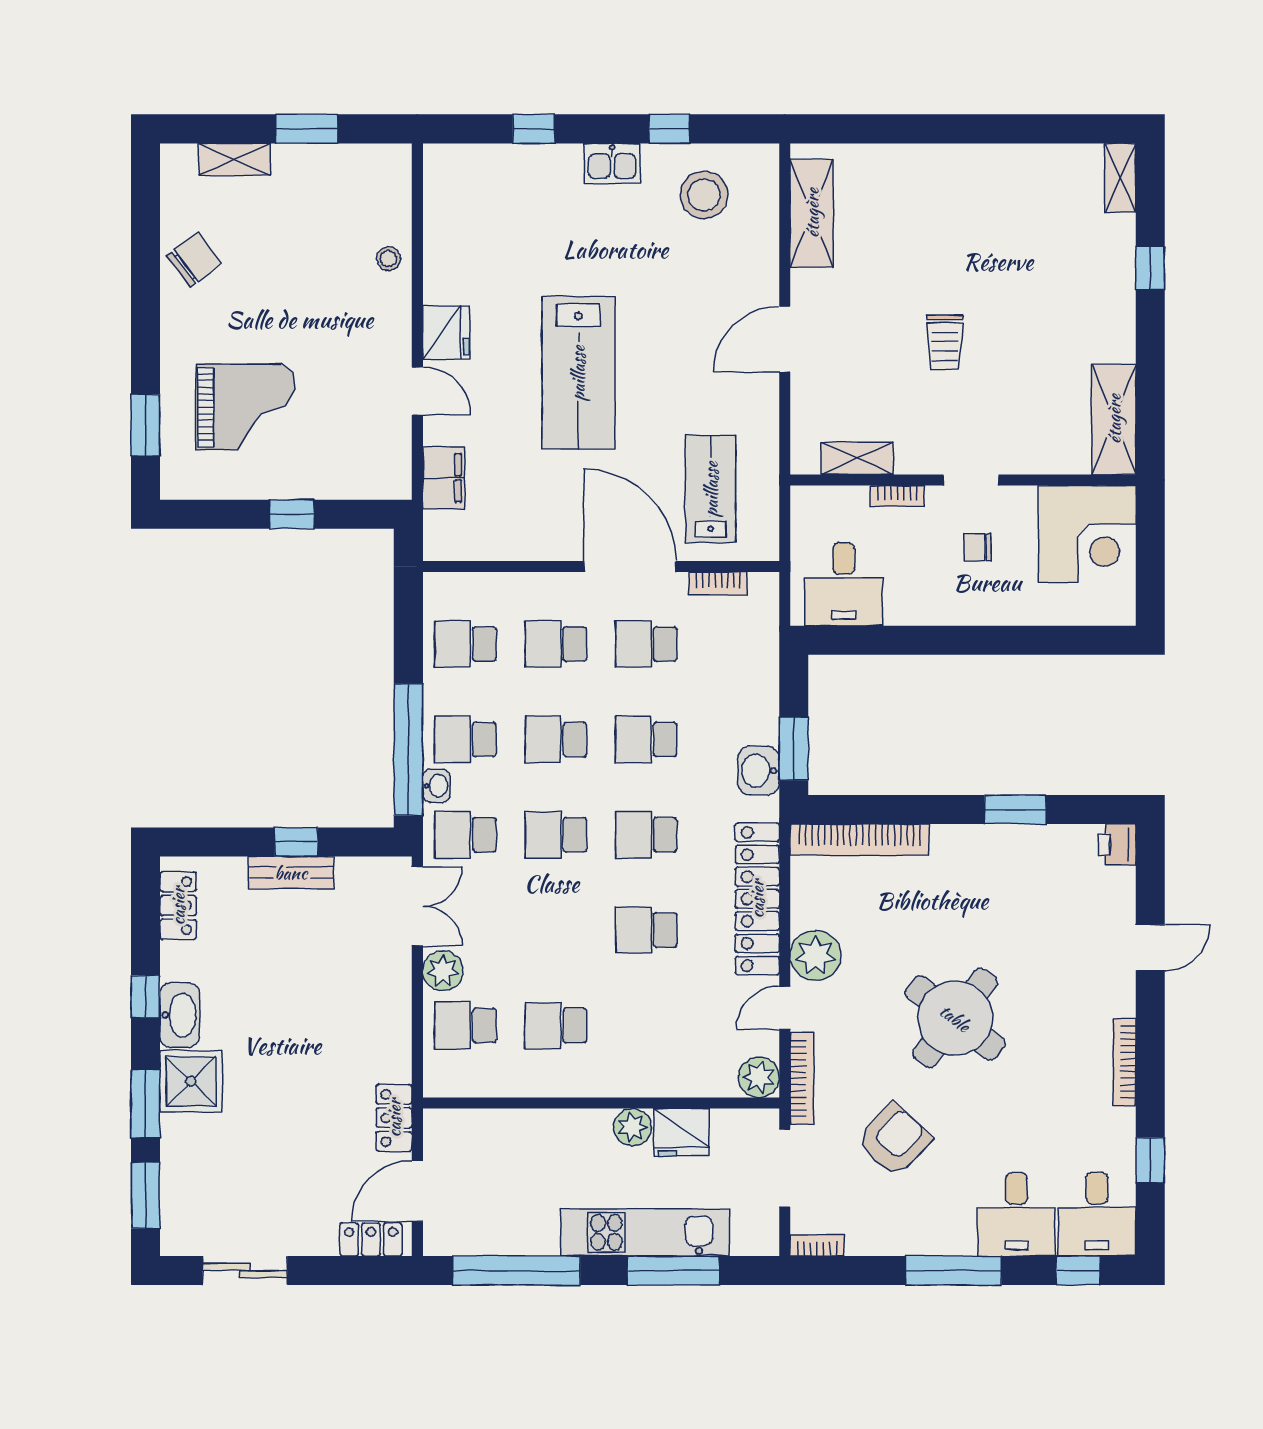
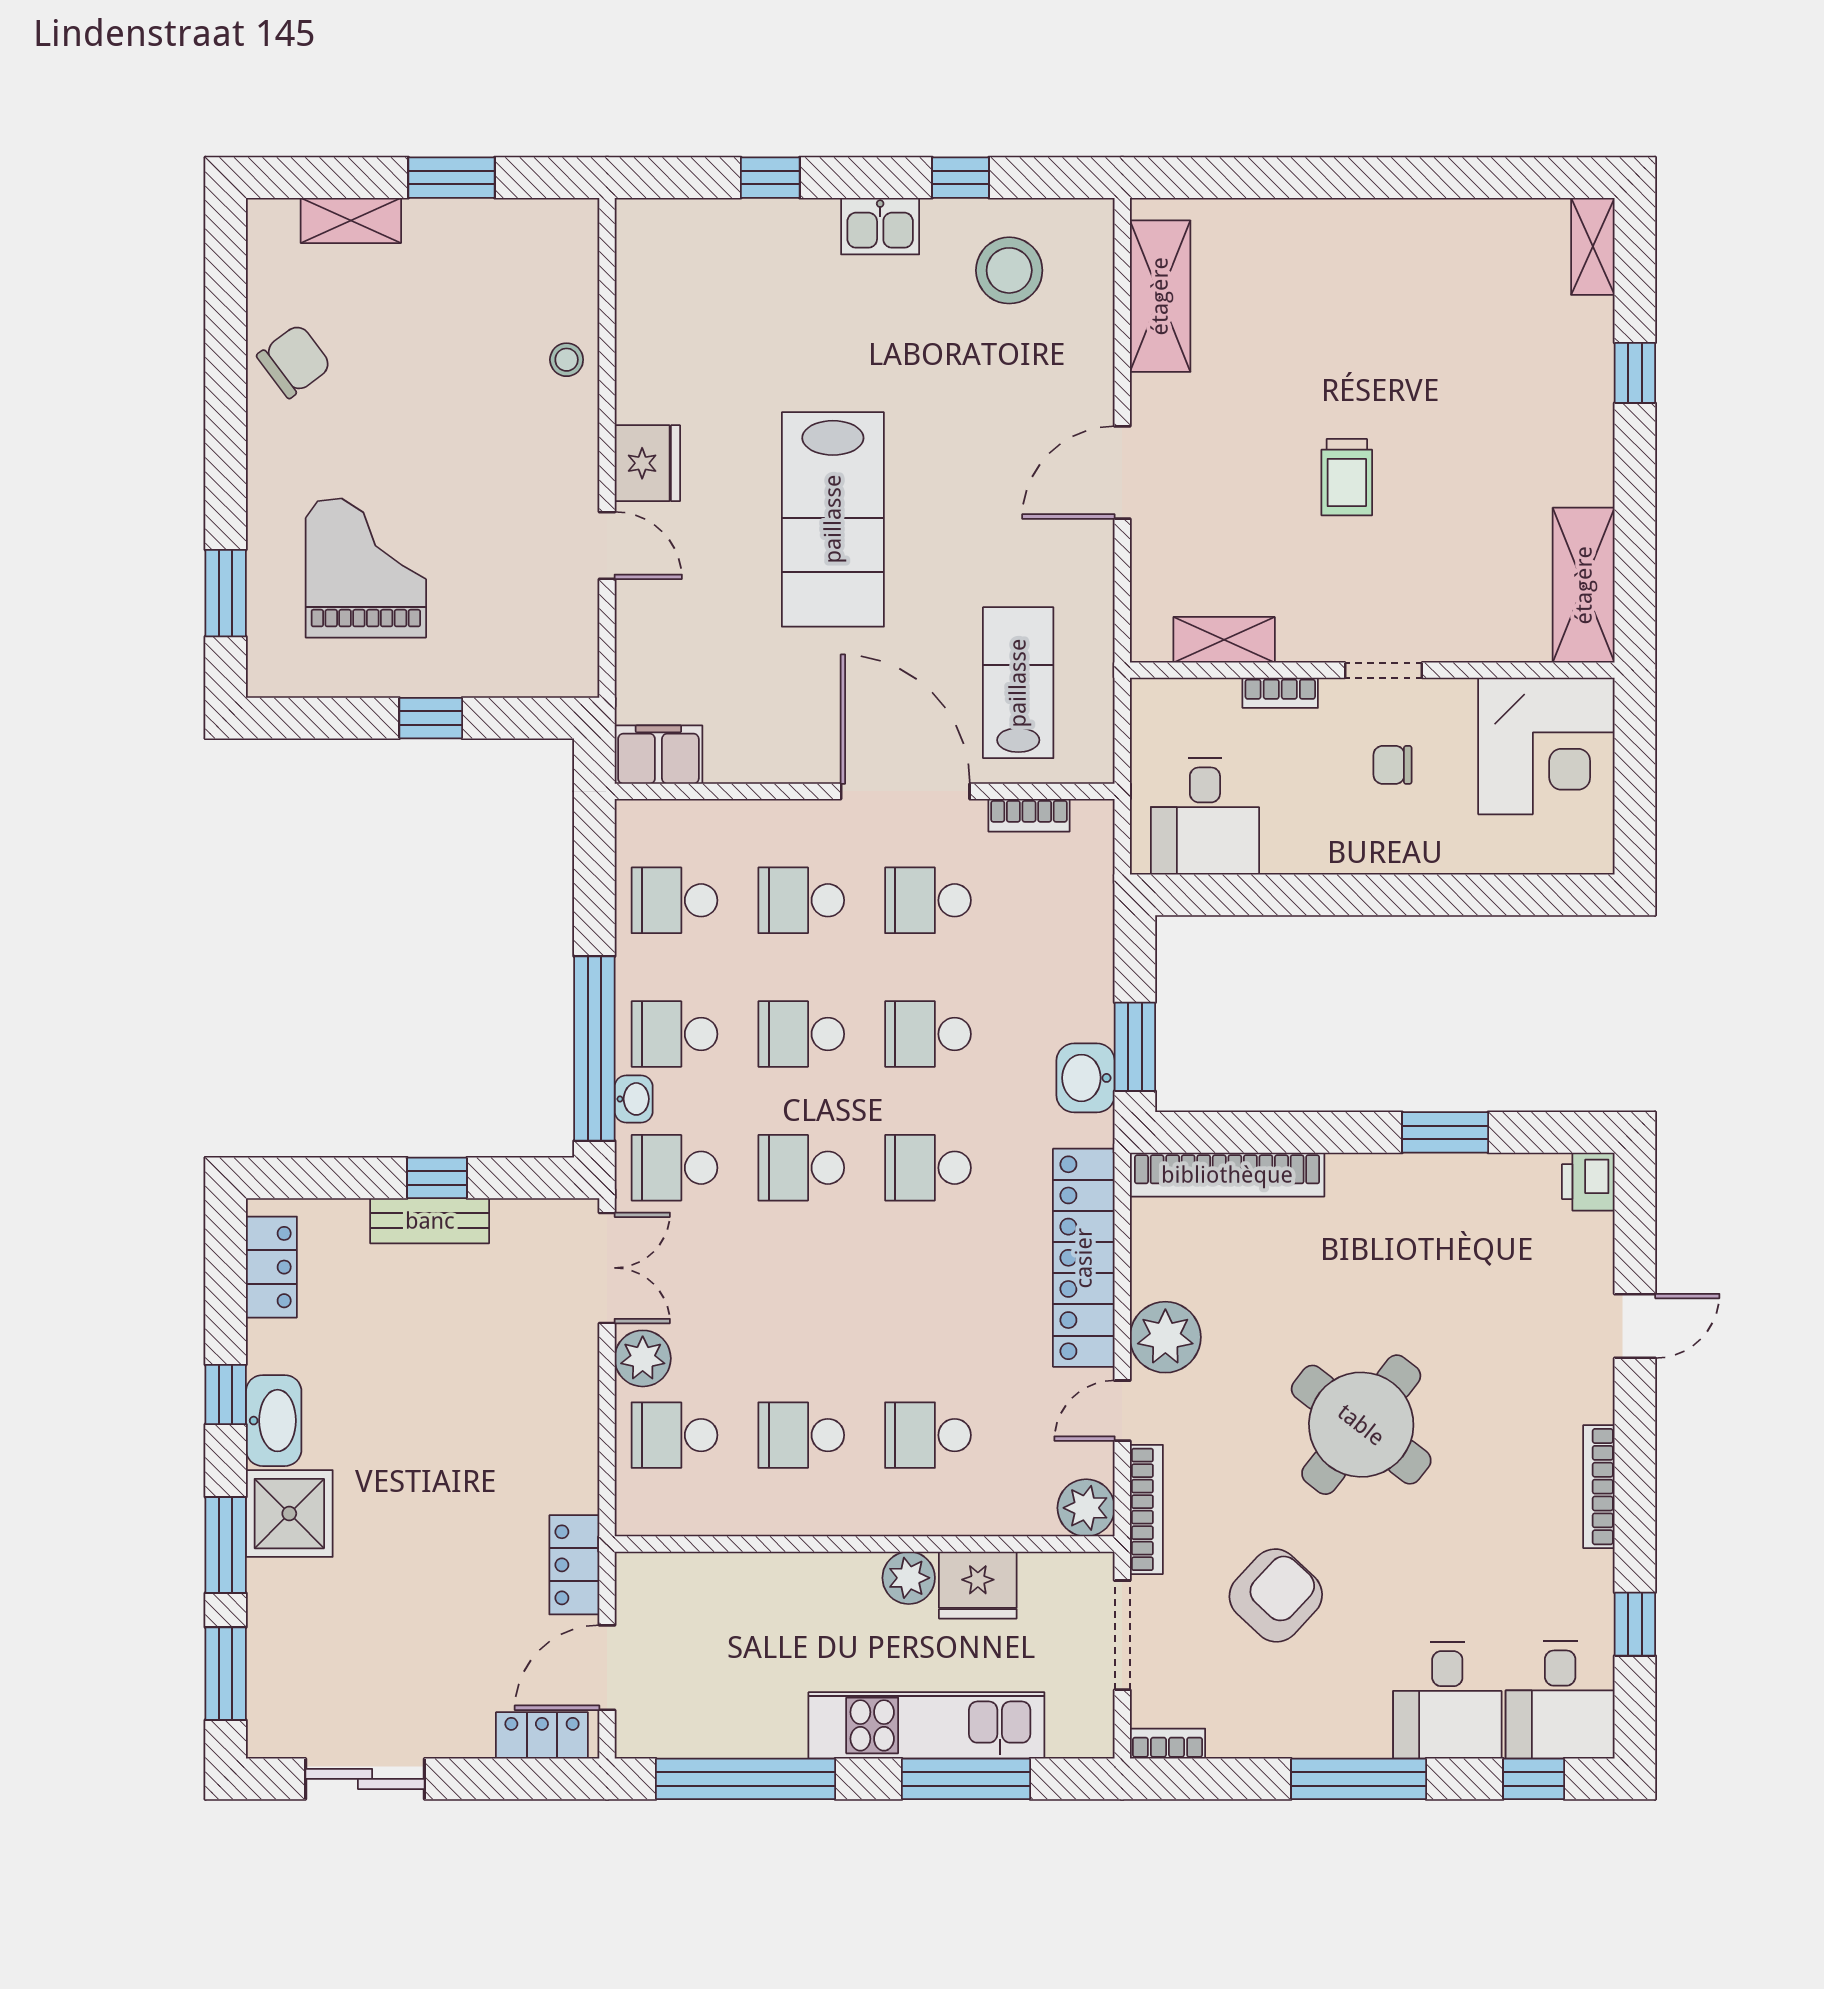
grand piano: (245, 407) -> (366, 568), turned -90
filing cabinet: (444, 478) -> (658, 755), moved, turned -90
school desk: (646, 930) -> (928, 1435), moved

